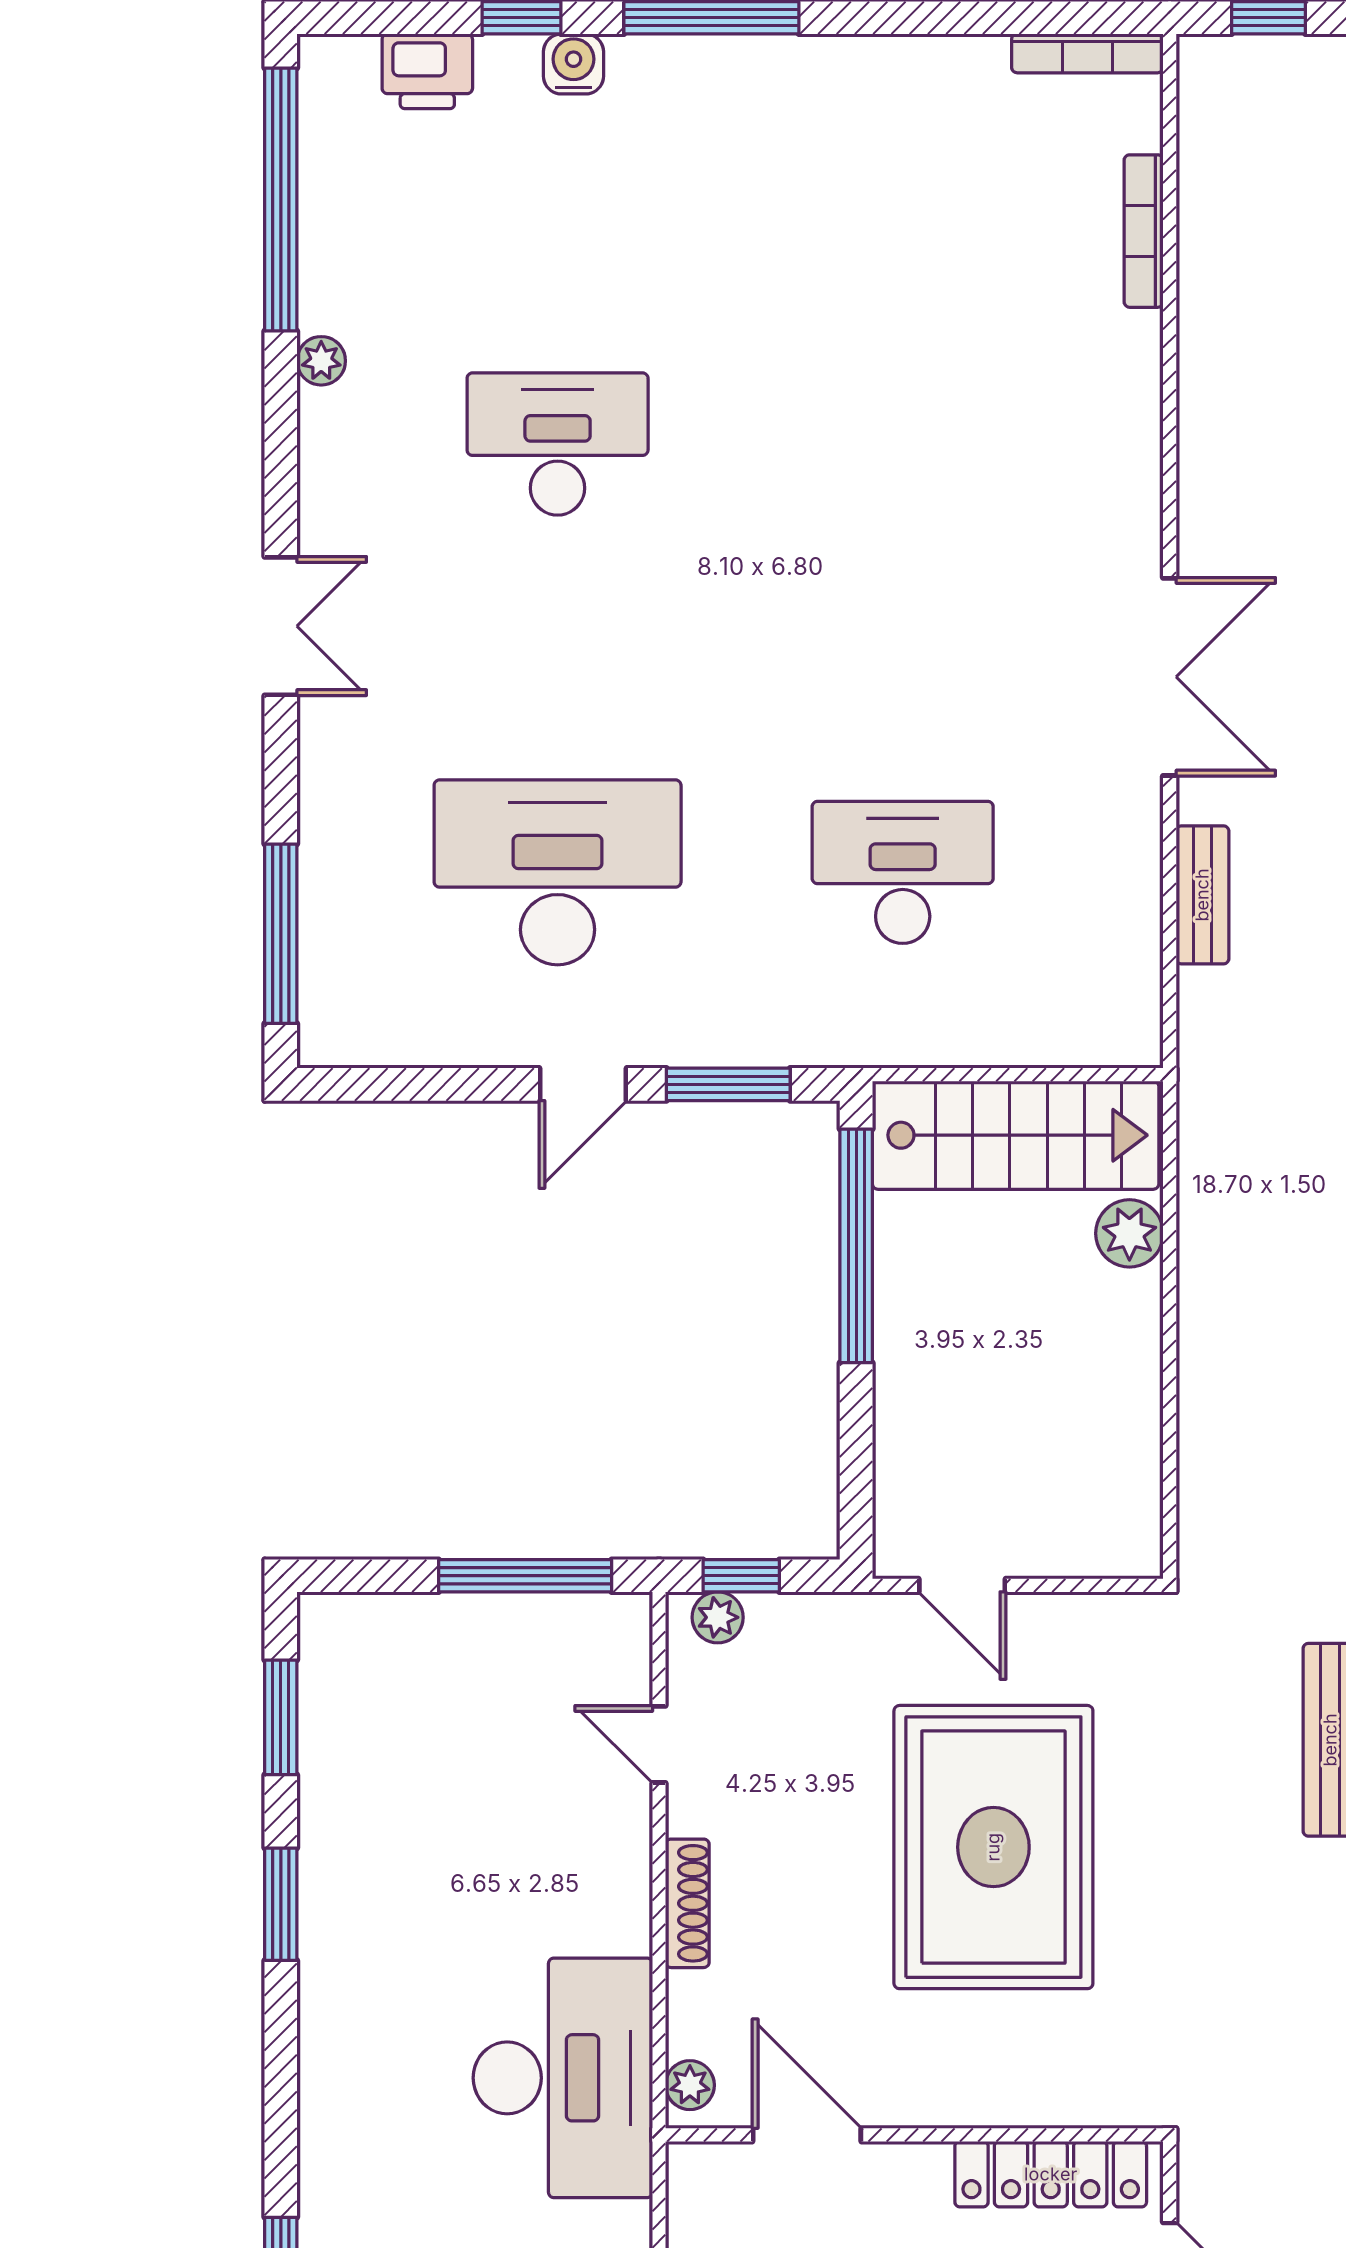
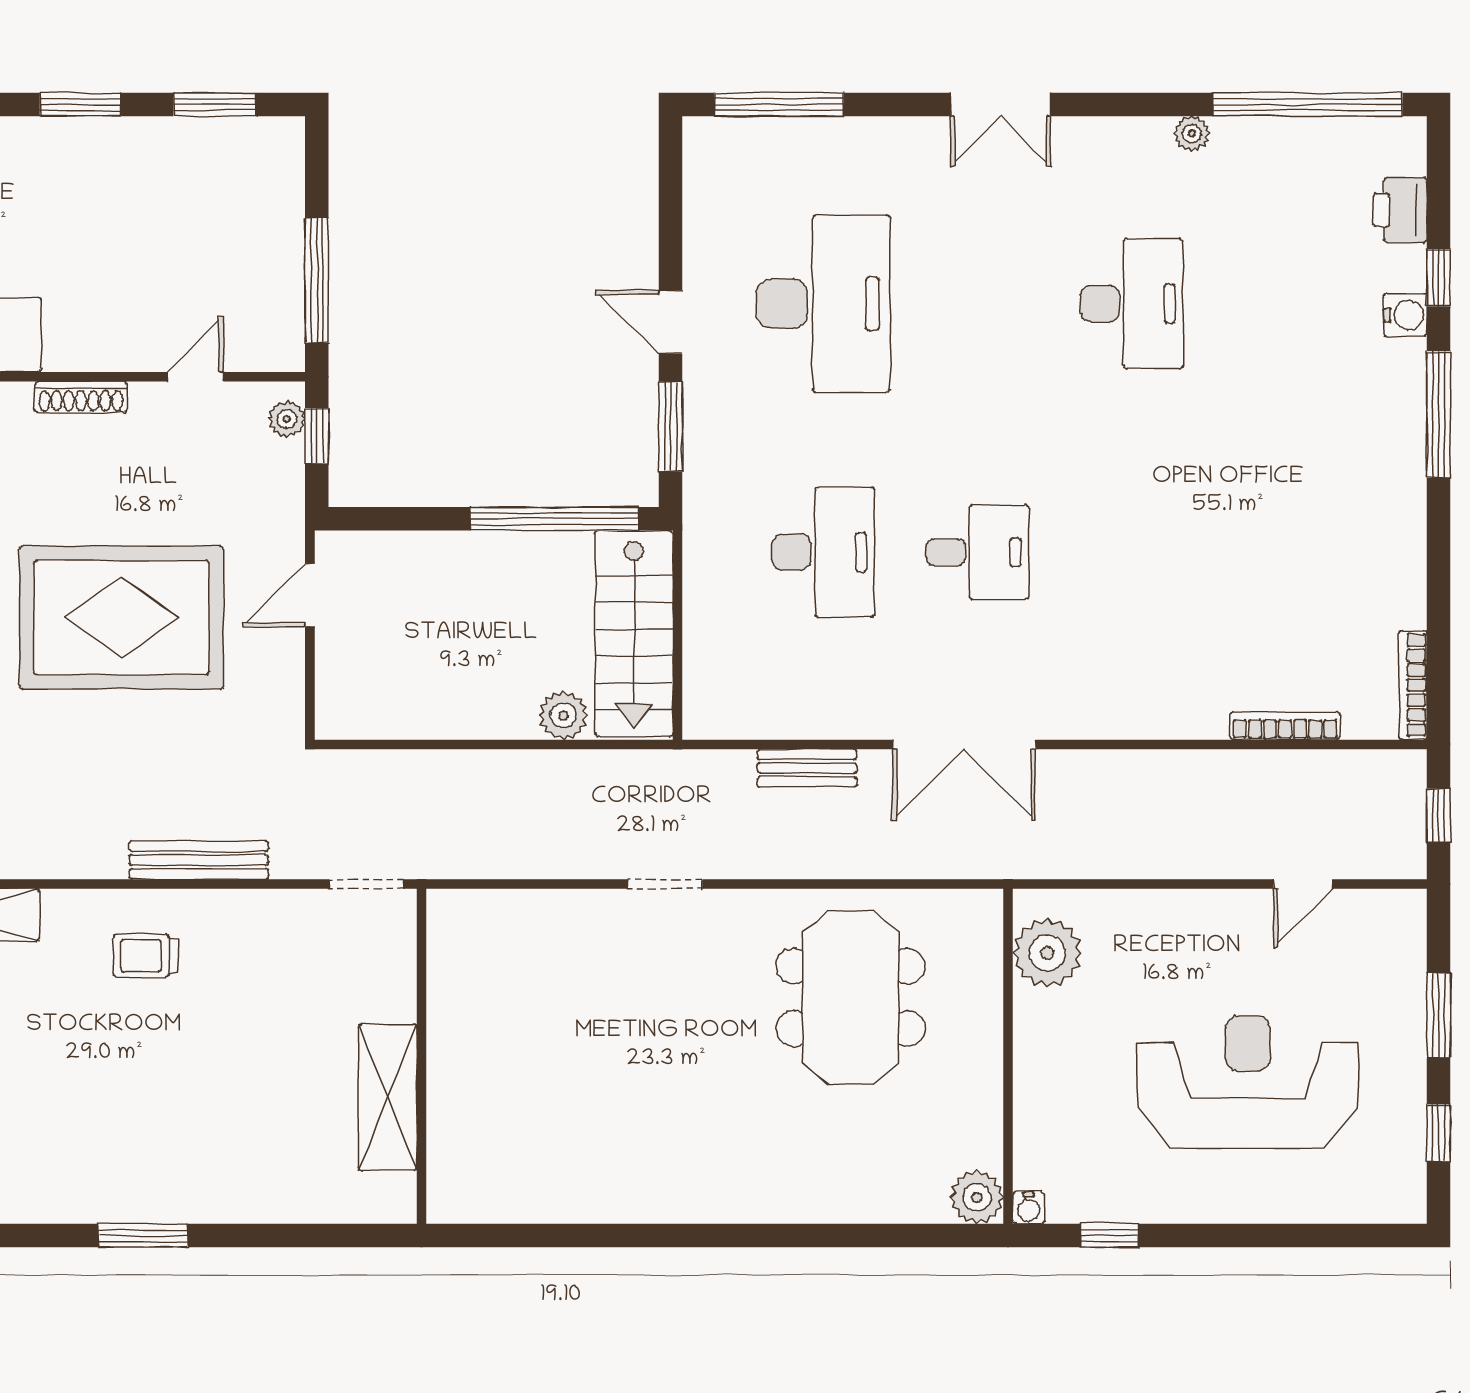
desk: (903, 658) -> (977, 552), added

